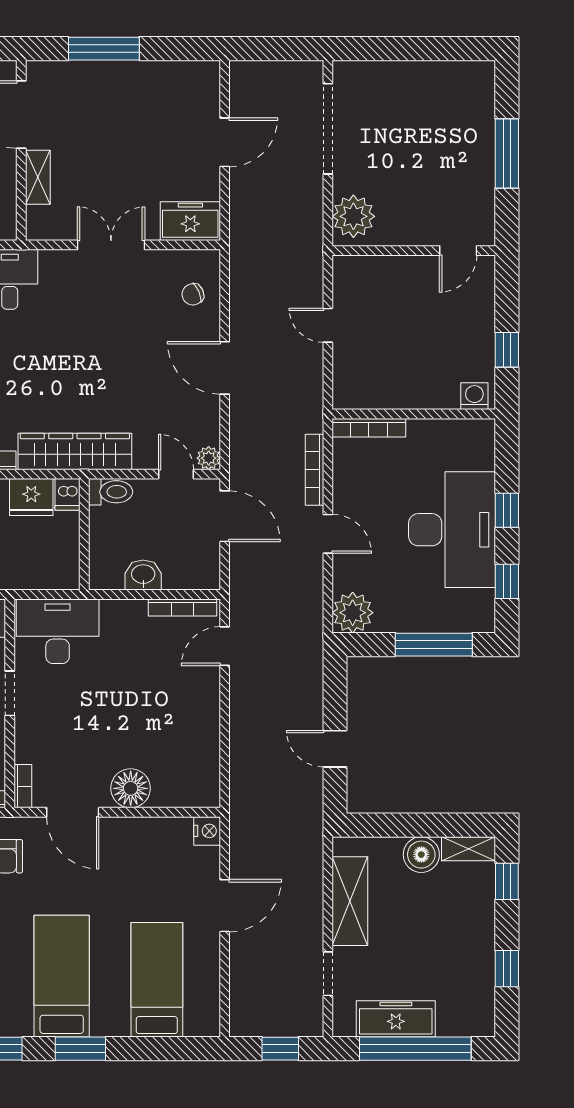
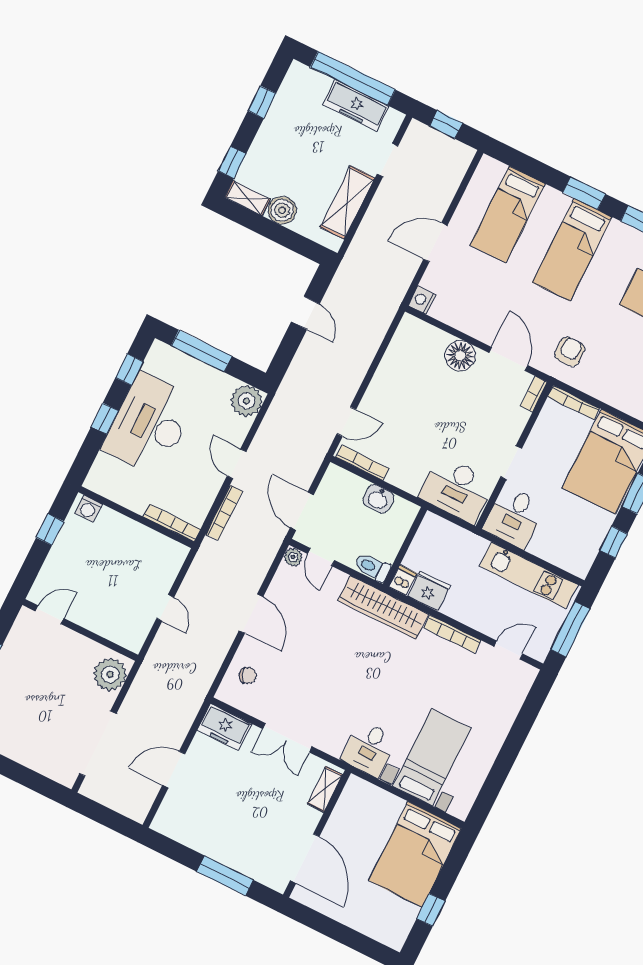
shelving: (38, 177) -> (325, 789), moved

